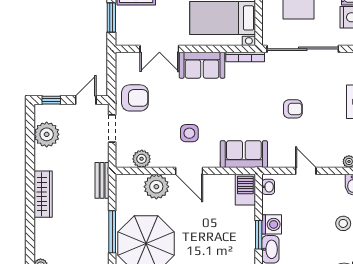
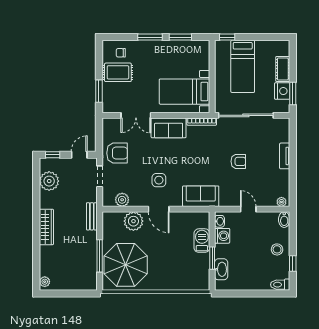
barbecue: (245, 190) -> (202, 241), moved
washing machine: (272, 224) -> (222, 236), moved

